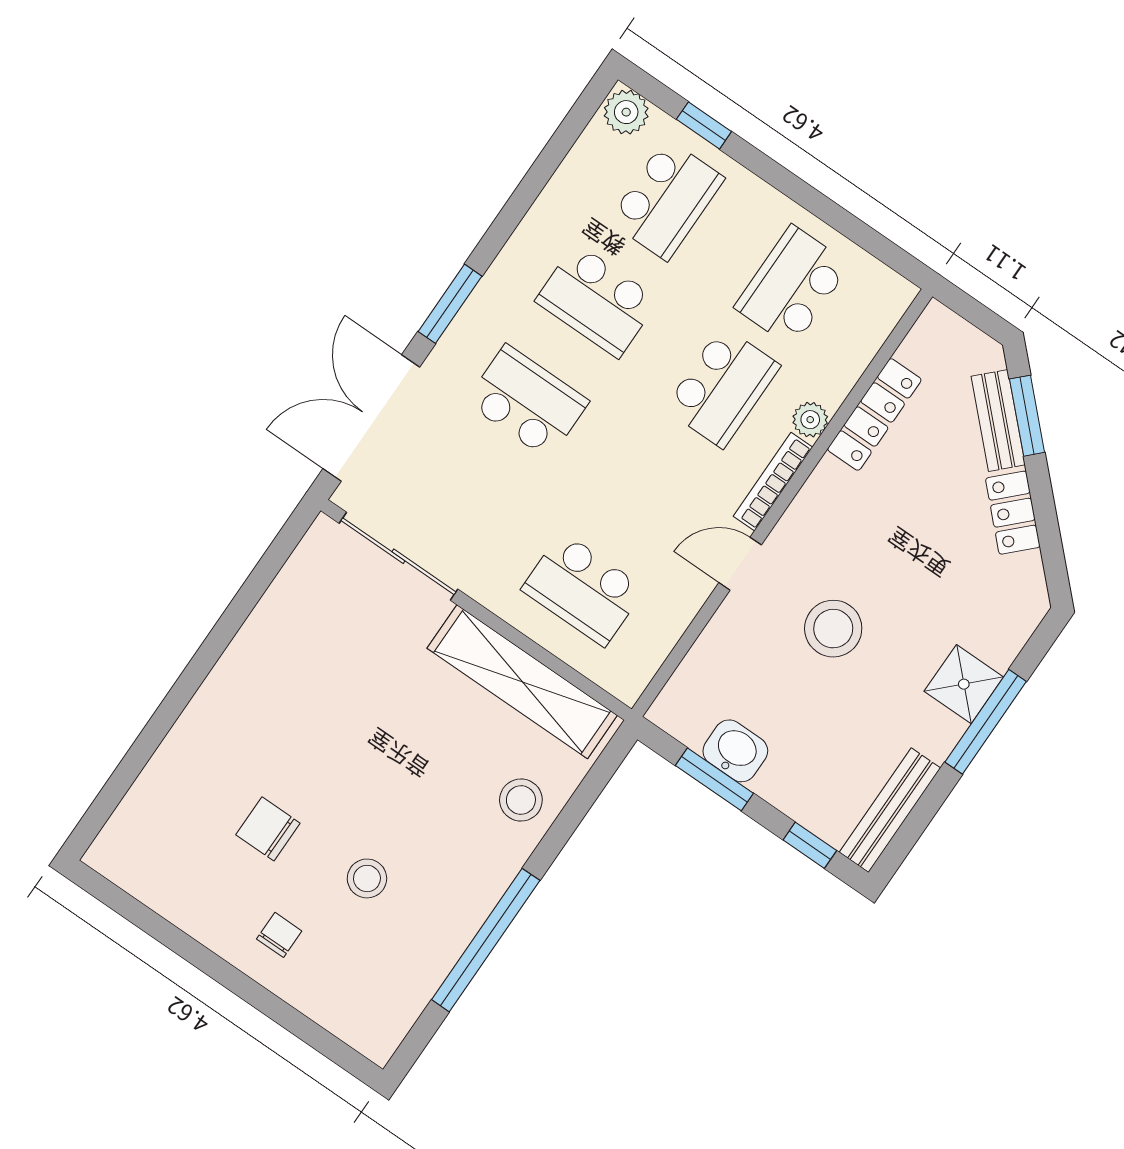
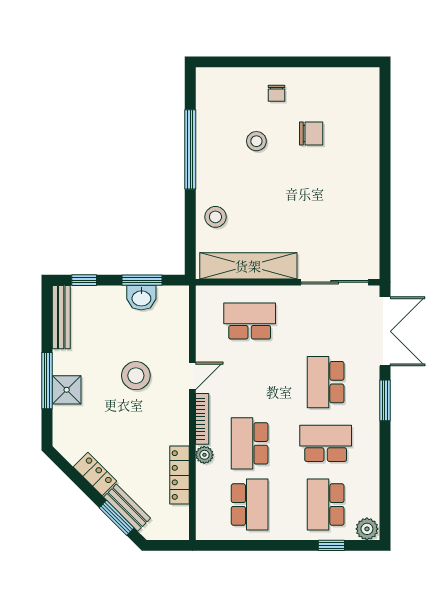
school desk: (527, 402) -> (326, 382), turned 90

